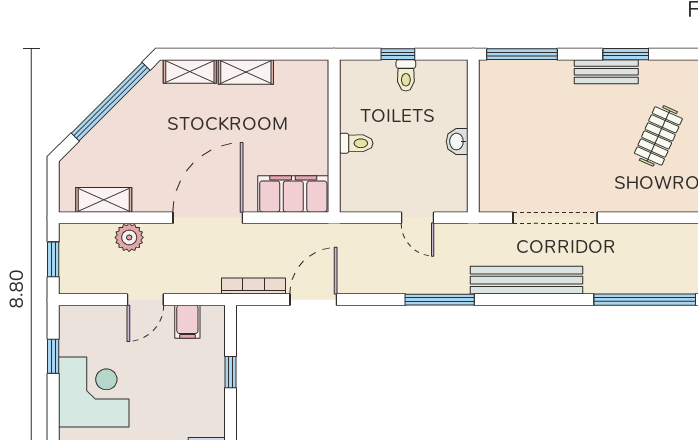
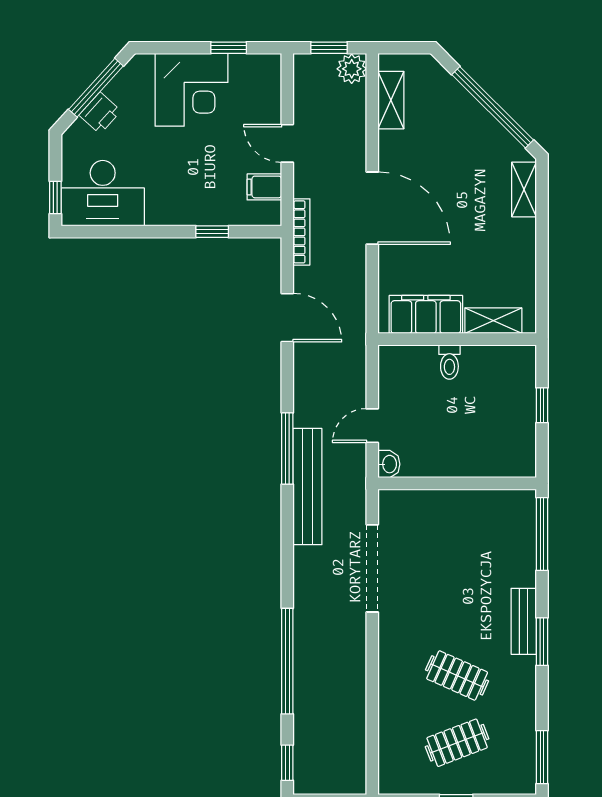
shelving: (246, 72) -> (493, 321), moved, turned 90
toilet: (406, 75) -> (520, 414), removed
washbasin: (457, 142) -> (389, 464), moved, turned 90
filing cabinet: (293, 194) -> (426, 314), moved, turned -90
plant: (129, 237) -> (352, 69), moved
bench: (527, 280) -> (307, 487), moved
bookcase: (254, 286) -> (301, 232), moved

